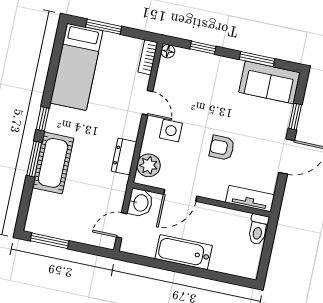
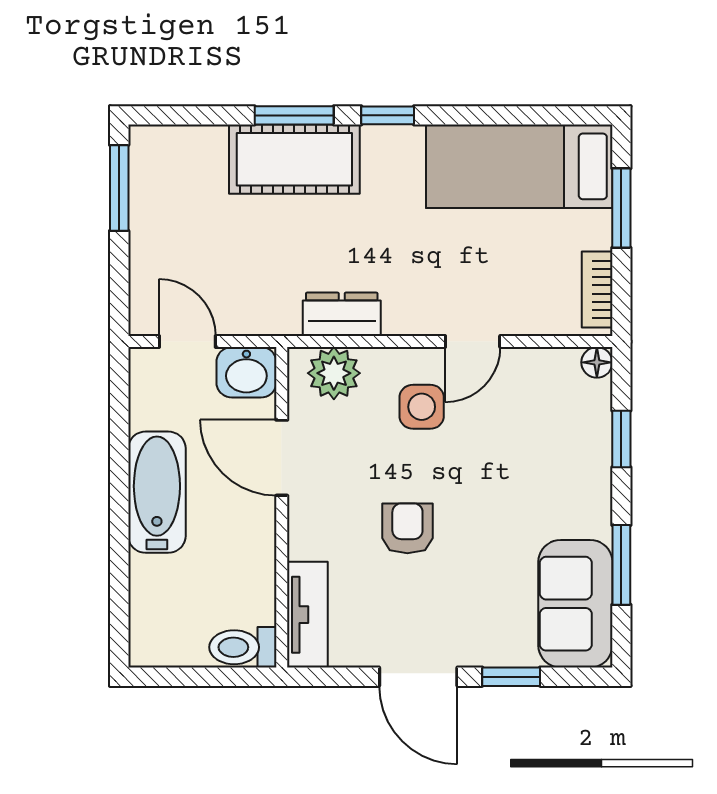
bookcase: (148, 57) -> (597, 289), moved, turned -90

